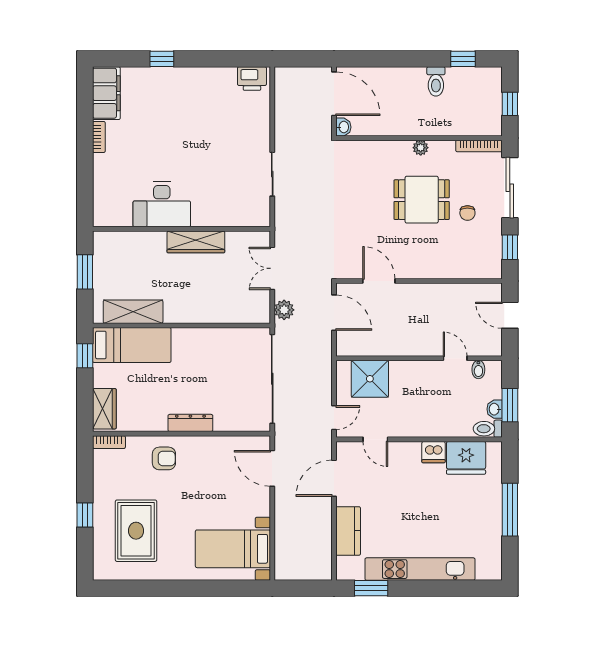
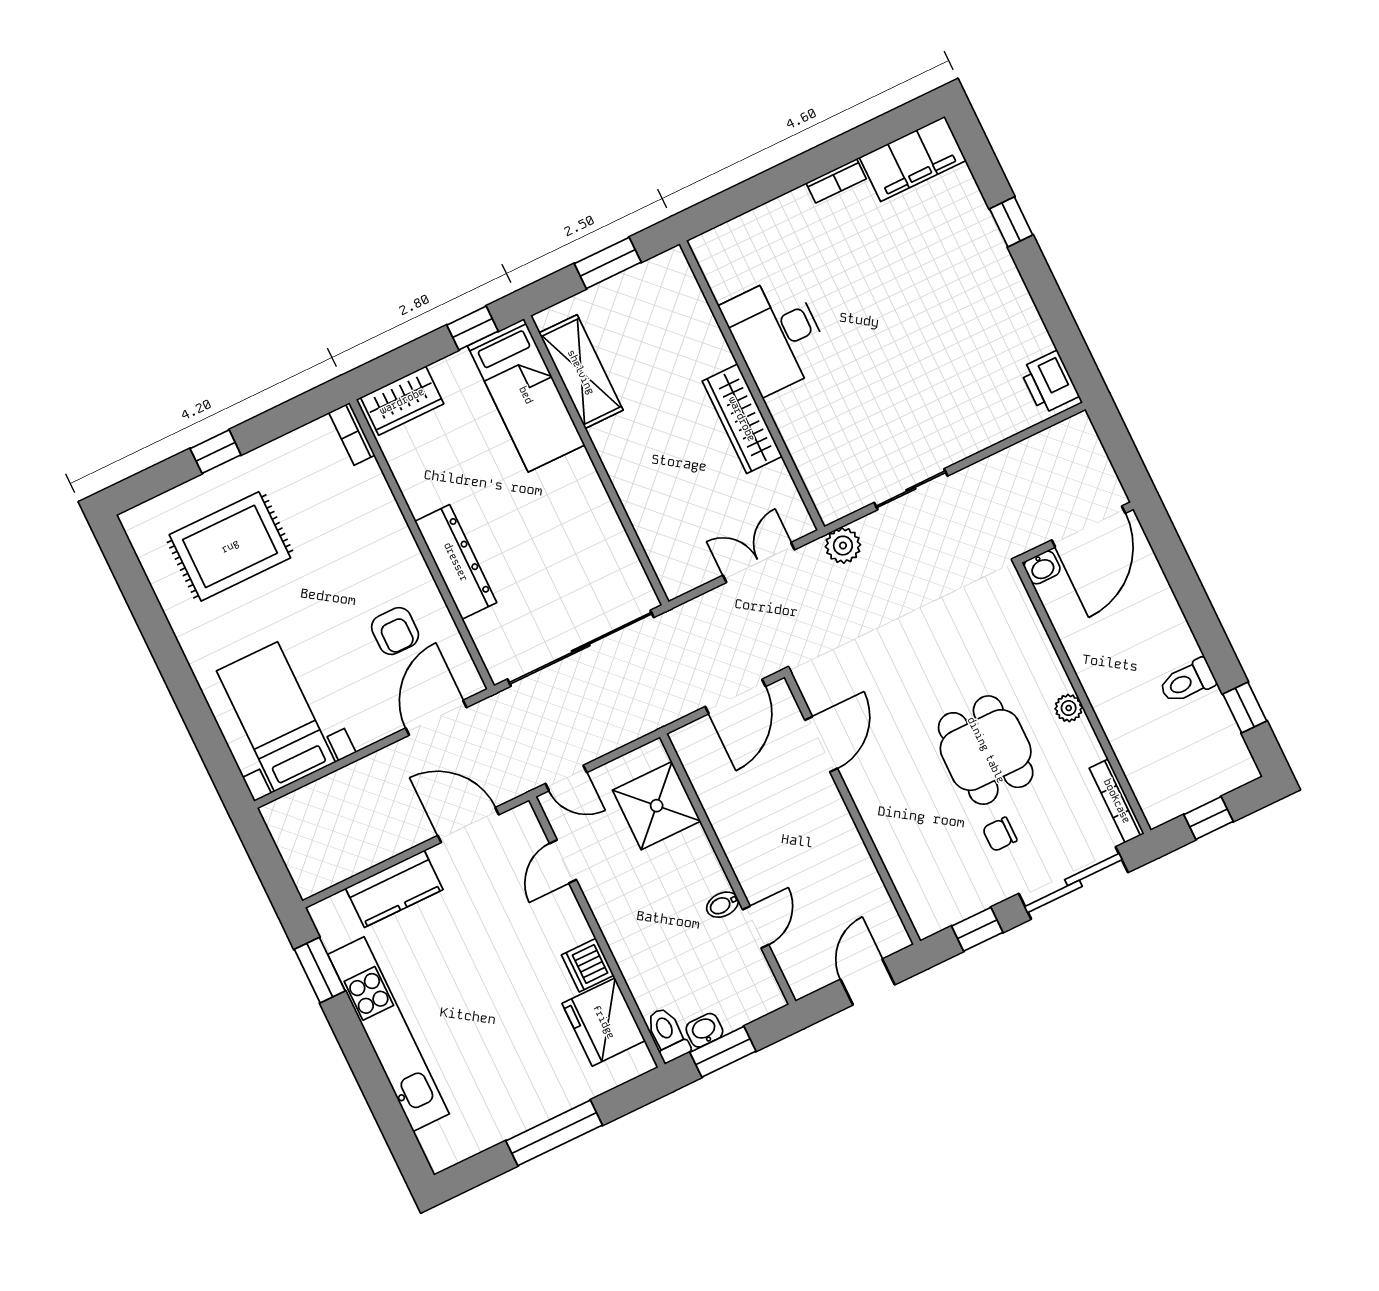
plant: (284, 310) -> (843, 546), moved
bidet: (478, 370) -> (723, 905), moved
dresser: (190, 423) -> (456, 562), width x1.37, depth x1.24
armchair: (164, 458) -> (395, 631), moved

